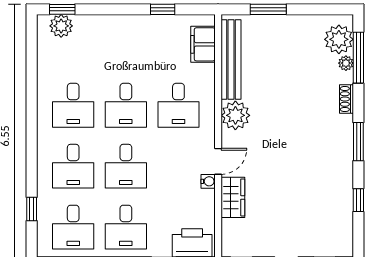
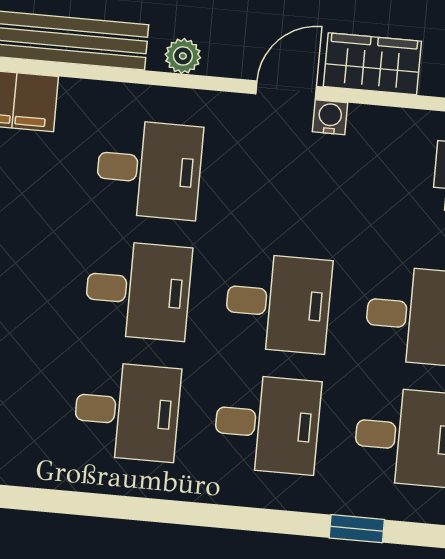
plant: (235, 115) -> (183, 56), width x0.53, depth x0.53
door: (218, 161) -> (286, 90), hinge flipped

